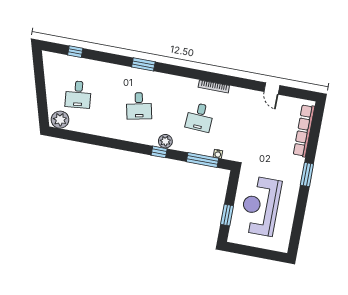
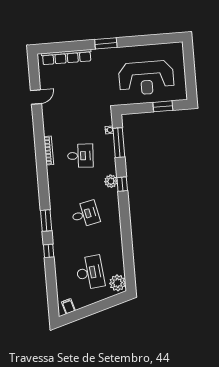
window: (75, 52) -> (49, 251), moved
filing cabinet: (50, 63) -> (68, 306), added
desk: (78, 94) -> (90, 273), width x1.37

